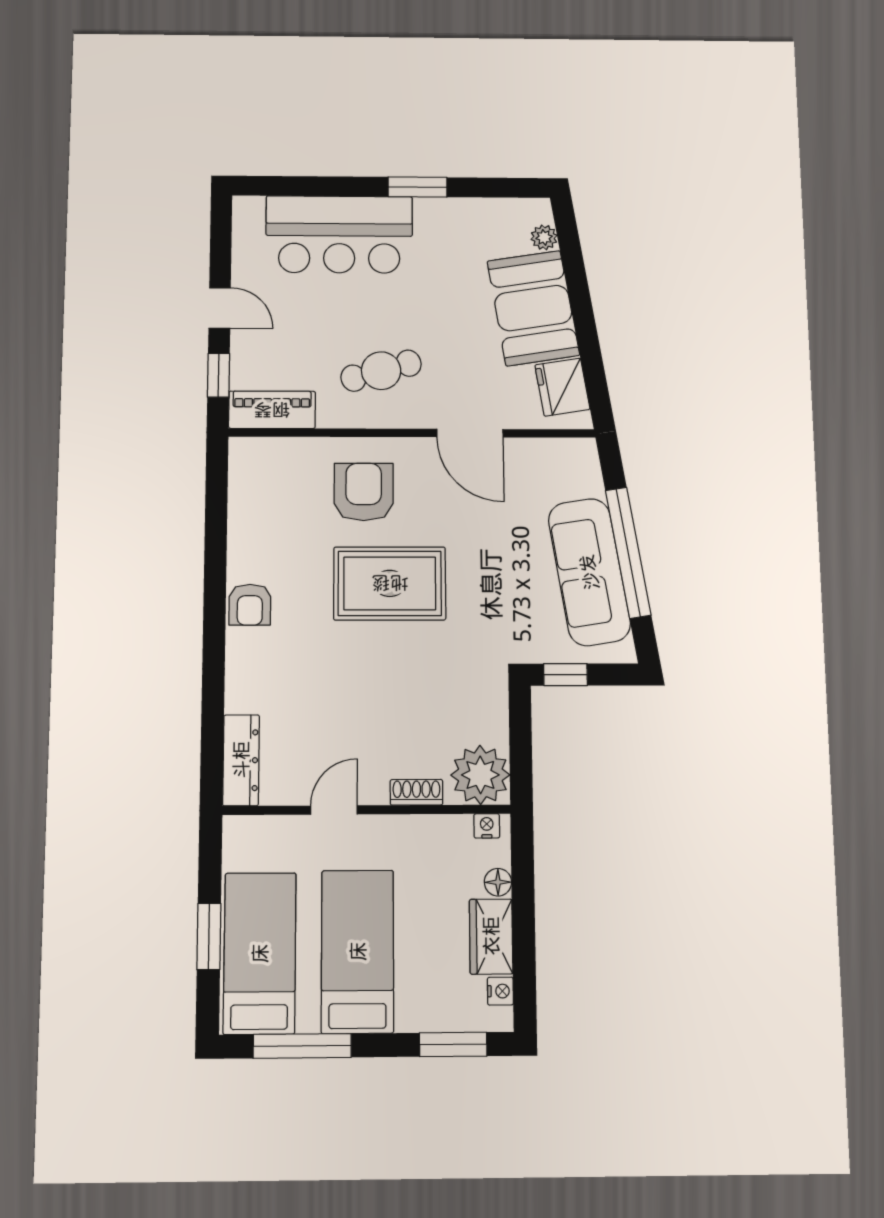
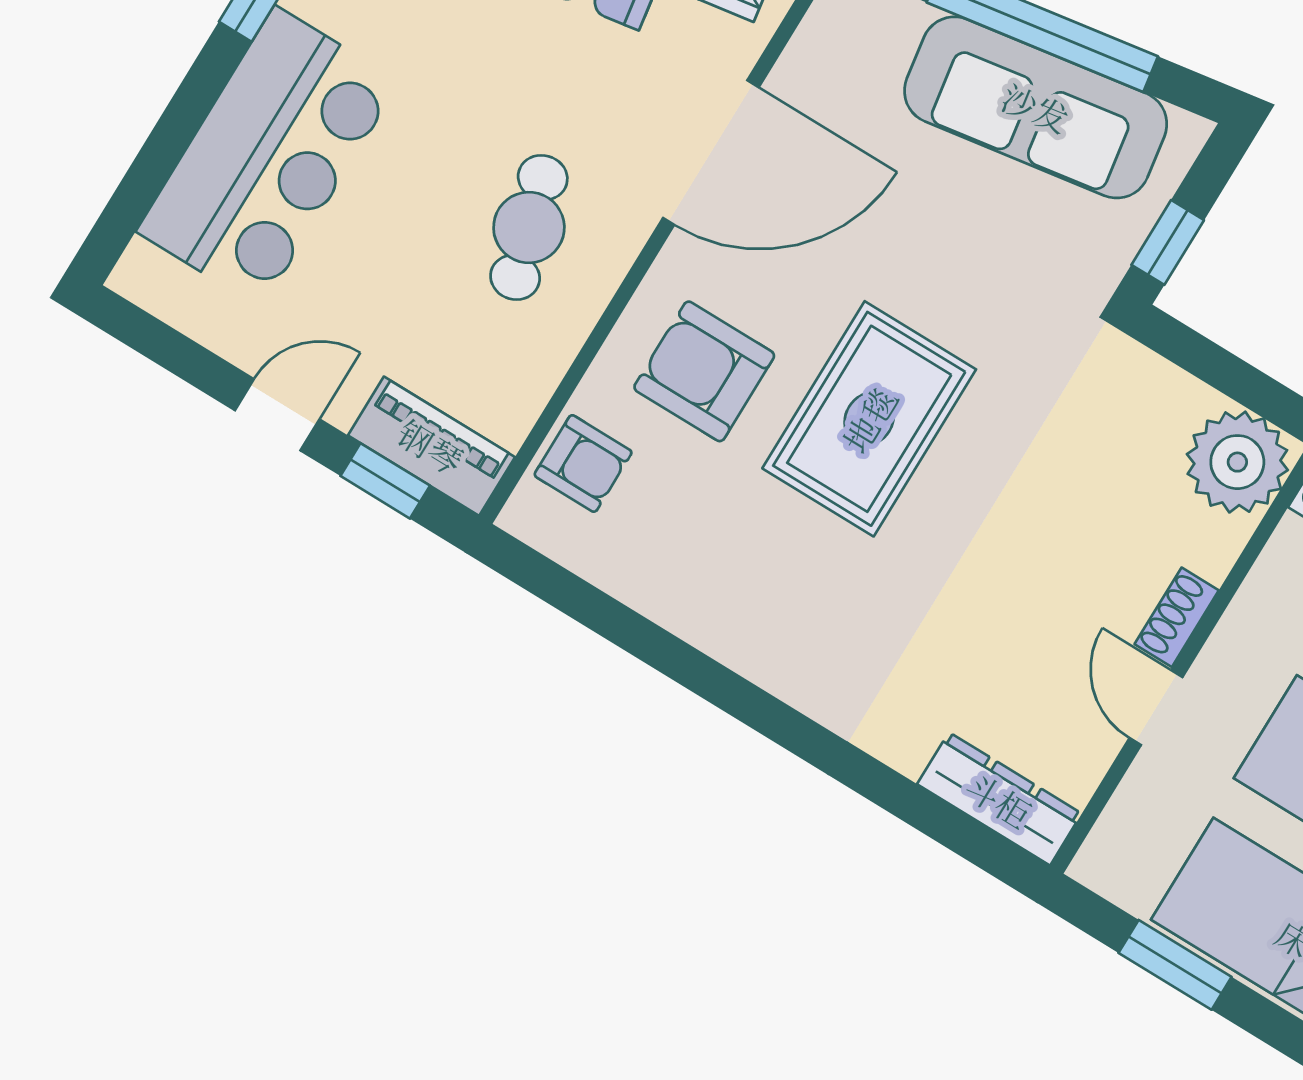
piano: (272, 410) -> (431, 446), moved, turned 90
door: (470, 433) -> (711, 153), width x1.36
armchair: (250, 605) -> (583, 463), moved
shoe rack: (416, 792) -> (1177, 617), moved
window: (209, 936) -> (1175, 965), moved

